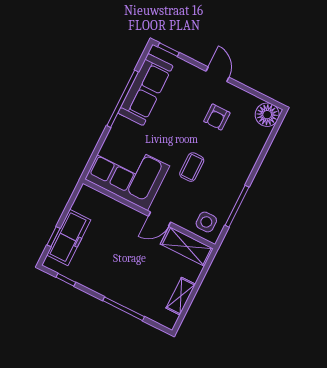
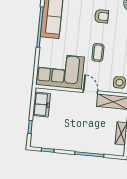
armchair: (217, 117) -> (102, 16), turned -90
door: (160, 219) -> (90, 92), swing flipped
freezer: (69, 238) -> (41, 105), moved, width x0.71

